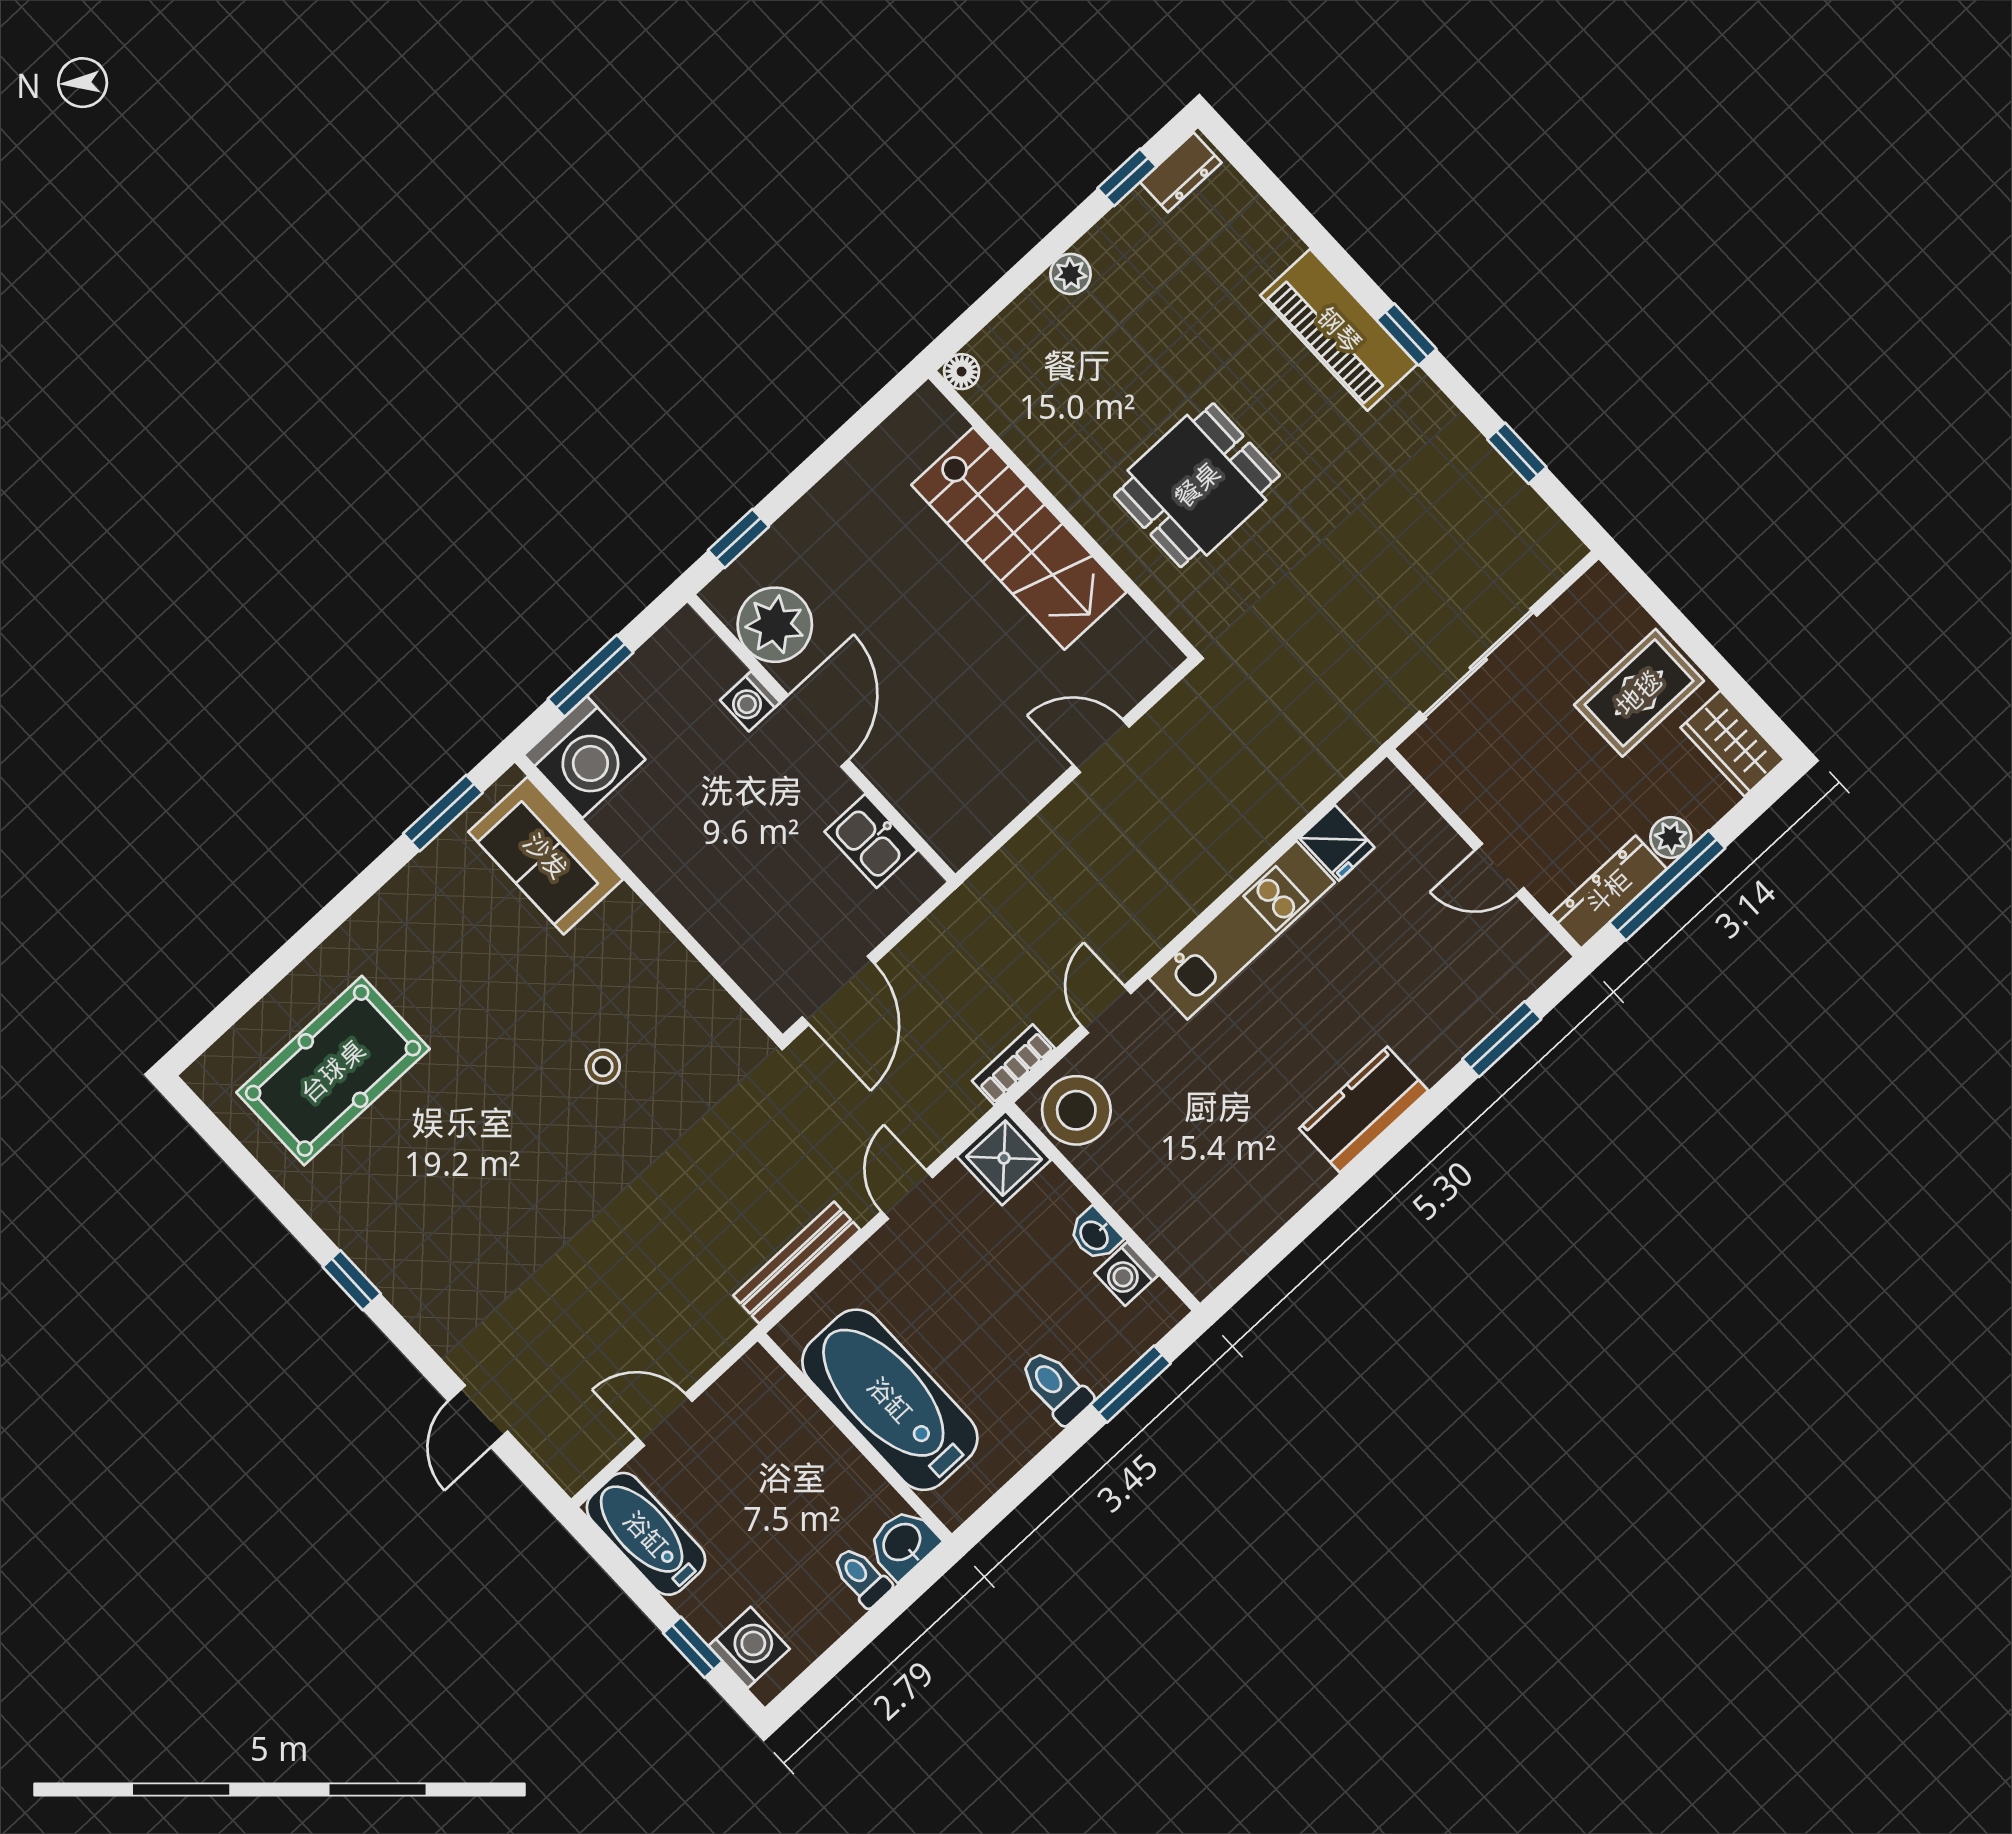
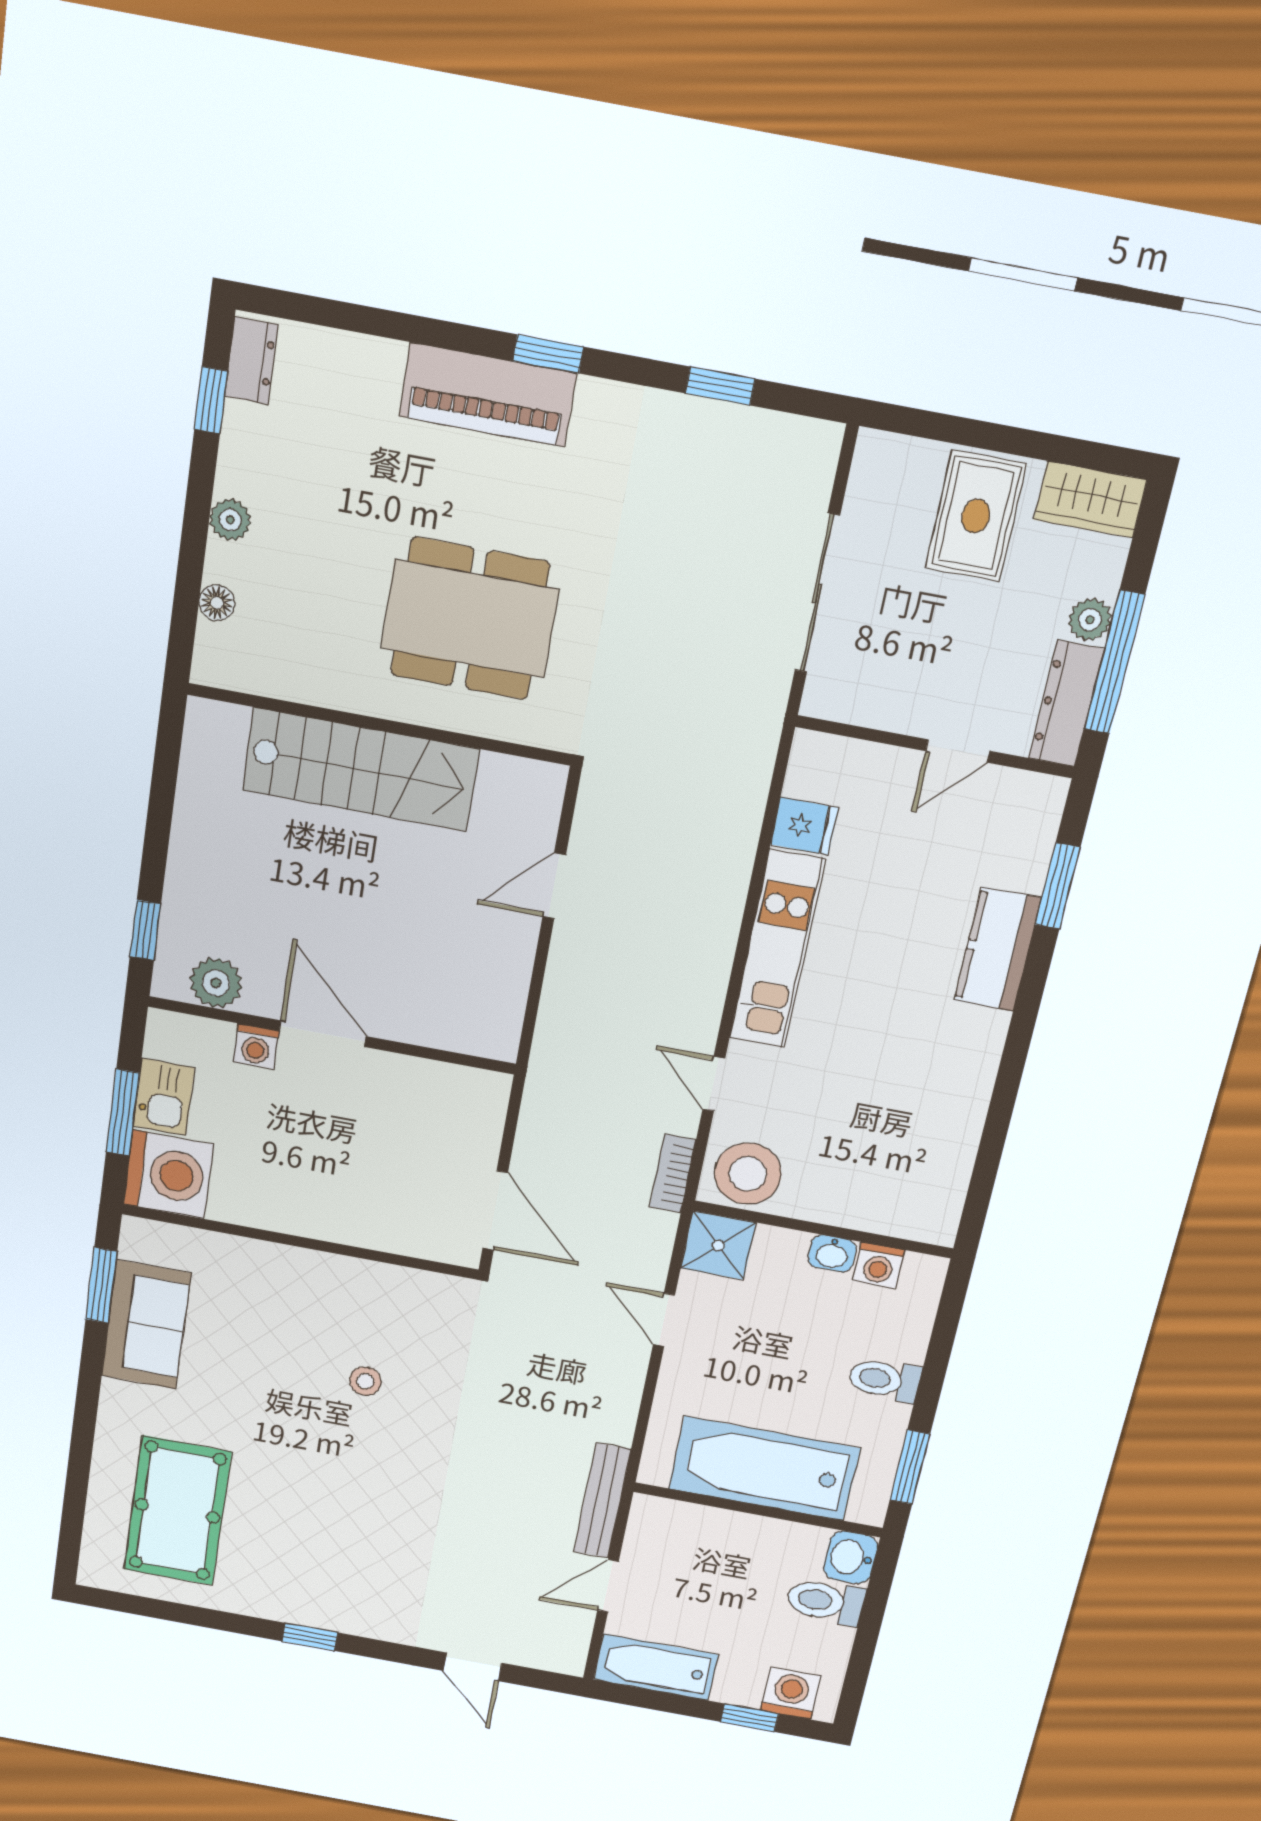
floor lamp: (962, 372) -> (217, 603), moved
dining table: (1197, 485) -> (470, 619), width x1.38
plant: (775, 625) -> (216, 983), width x0.73, depth x0.73
kitchen sink: (871, 841) -> (164, 1097), moved, turned -90
sofa: (546, 856) -> (146, 1325), moved, turned -90
kitchen counter: (1364, 1110) -> (998, 949), moved
bench: (797, 1263) -> (602, 1501), moved
window: (1131, 1384) -> (910, 1467), moved
toilet: (861, 1577) -> (826, 1601), width x1.37, depth x1.39

